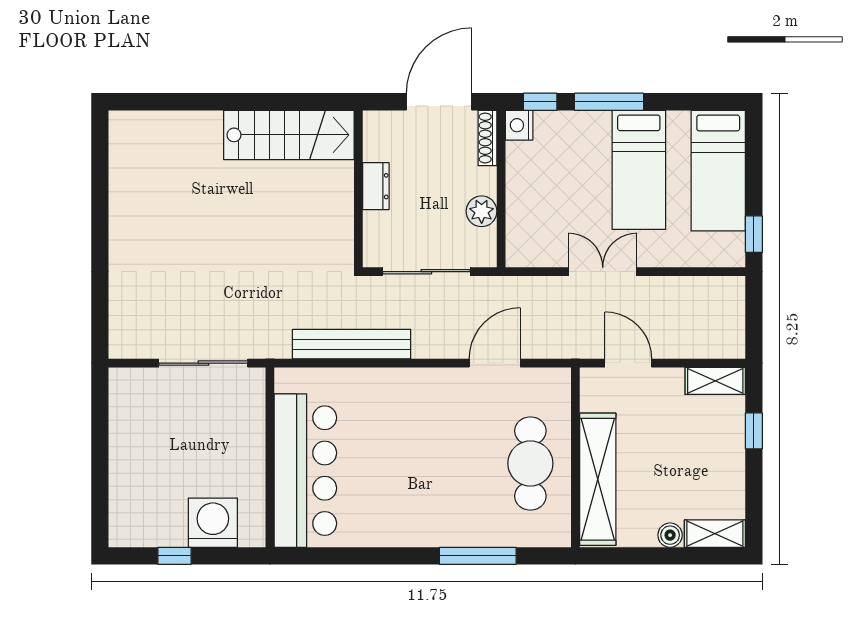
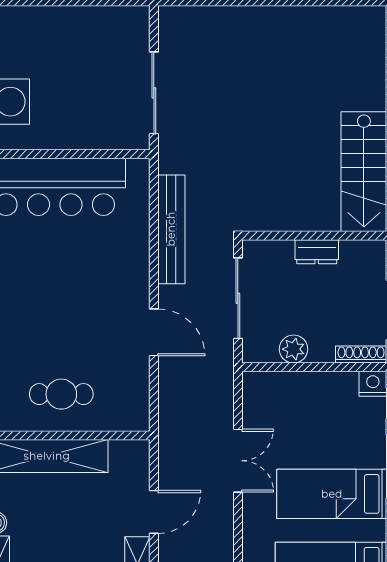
door: (495, 363) -> (154, 332), moved
door: (628, 363) -> (154, 512), moved
cafe table: (530, 463) -> (61, 394), width x0.73, depth x0.74

